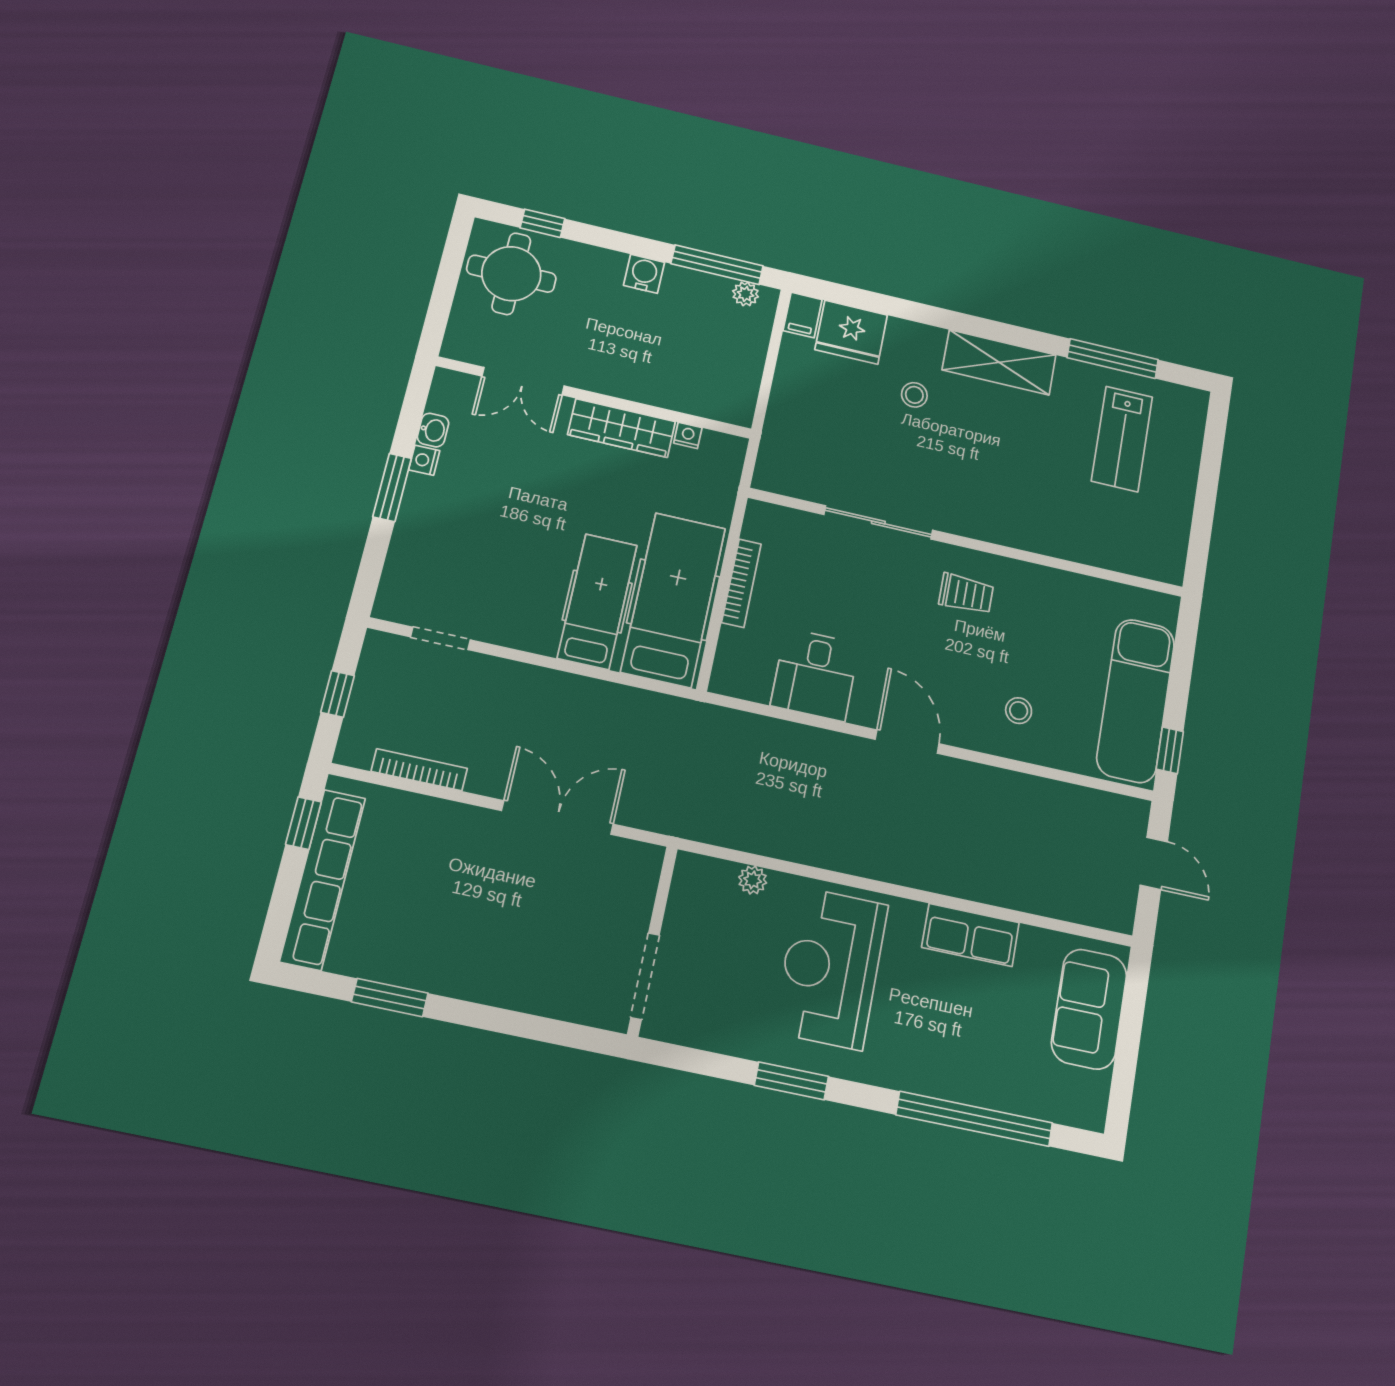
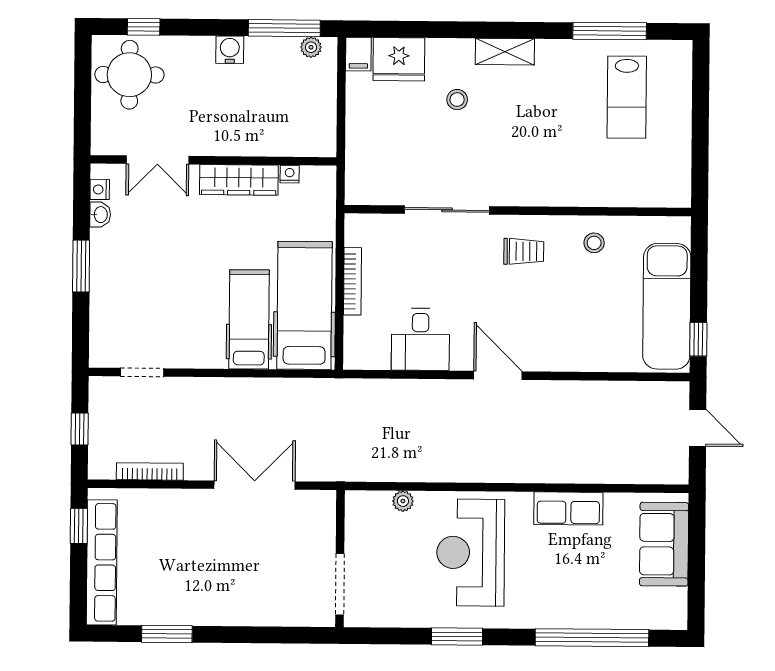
shelving: (999, 362) -> (505, 52), width x0.67, depth x0.75
nightstand: (424, 460) -> (100, 189), moved
stool: (1019, 711) -> (594, 243), moved

